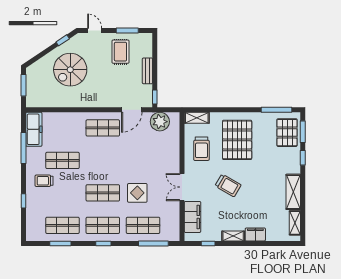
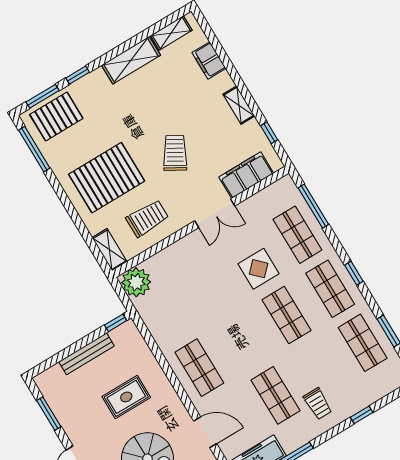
rug: (120, 52) -> (126, 397), moved
bench: (147, 71) -> (87, 354), width x1.36
door: (132, 110) -> (205, 432), moved
plant: (160, 122) -> (136, 282), moved
filing cabinet: (255, 234) -> (209, 60), moved

